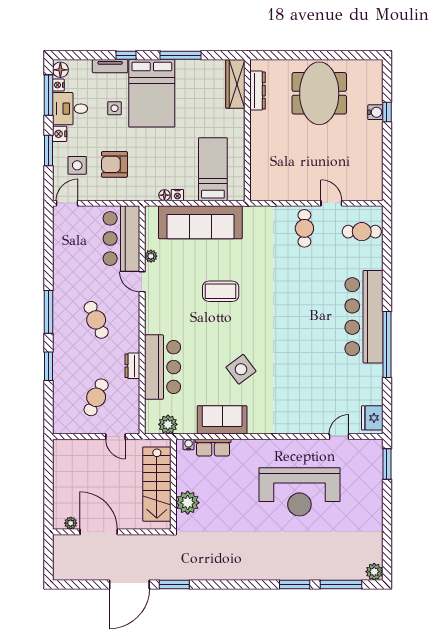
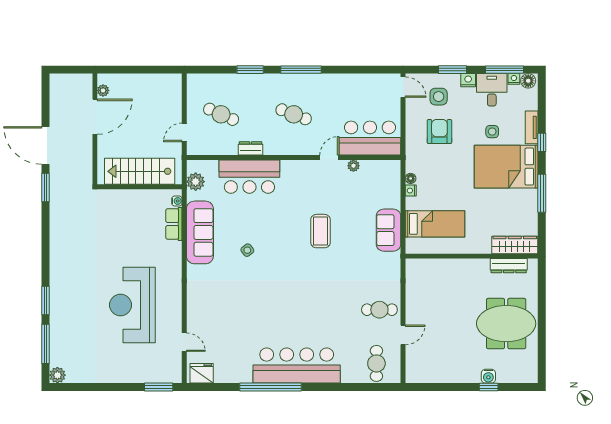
sofa: (200, 222) -> (389, 230), width x0.54, depth x0.79
cafe table: (96, 320) -> (294, 114), turned 45
side table: (241, 369) -> (247, 250), width x0.54, depth x0.54
sofa: (222, 420) -> (200, 232), width x1.36
plant: (188, 503) -> (122, 200), removed

